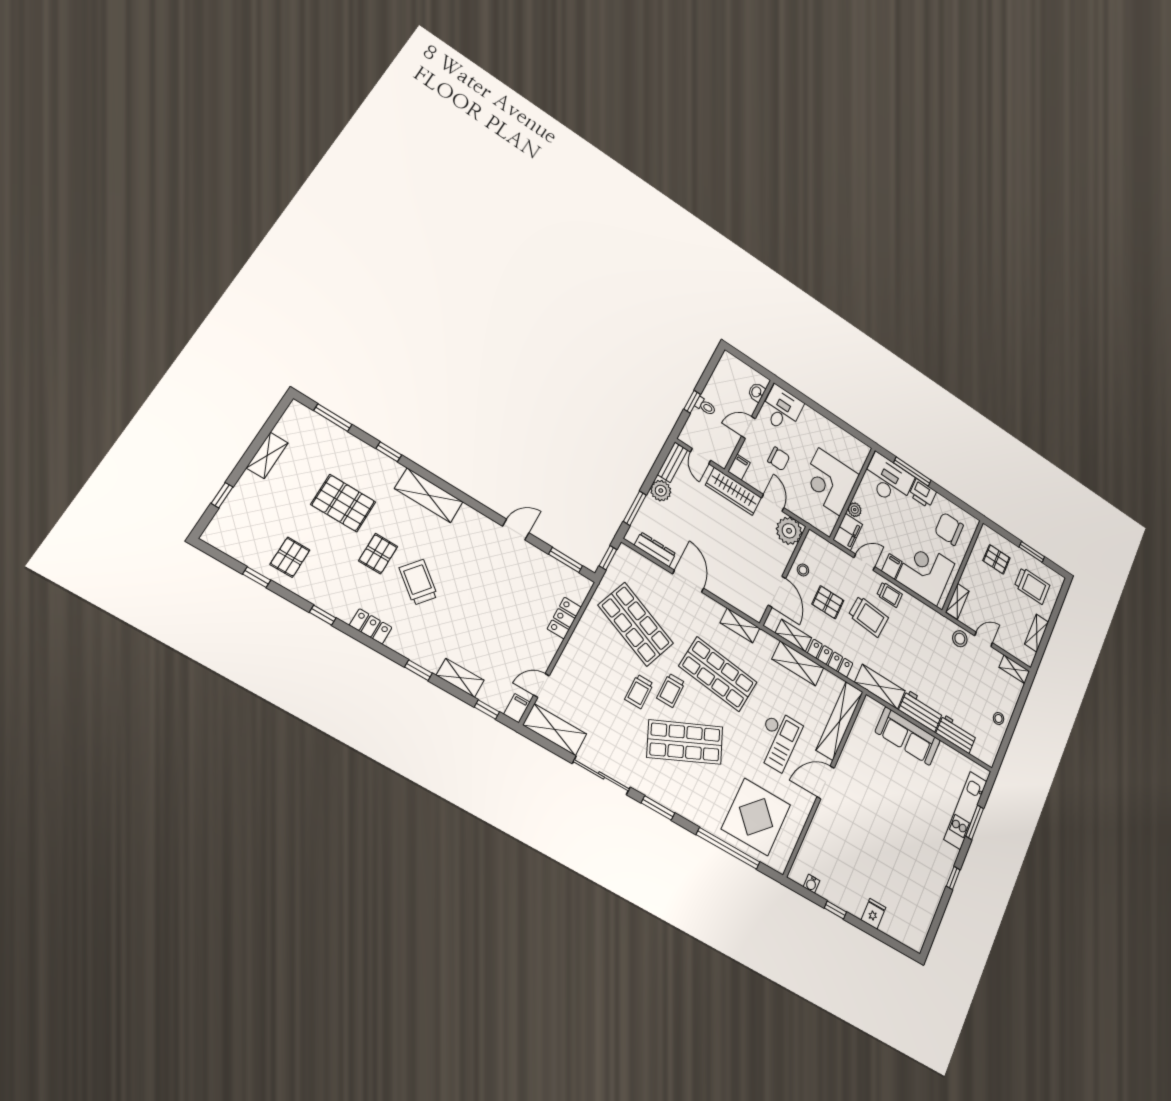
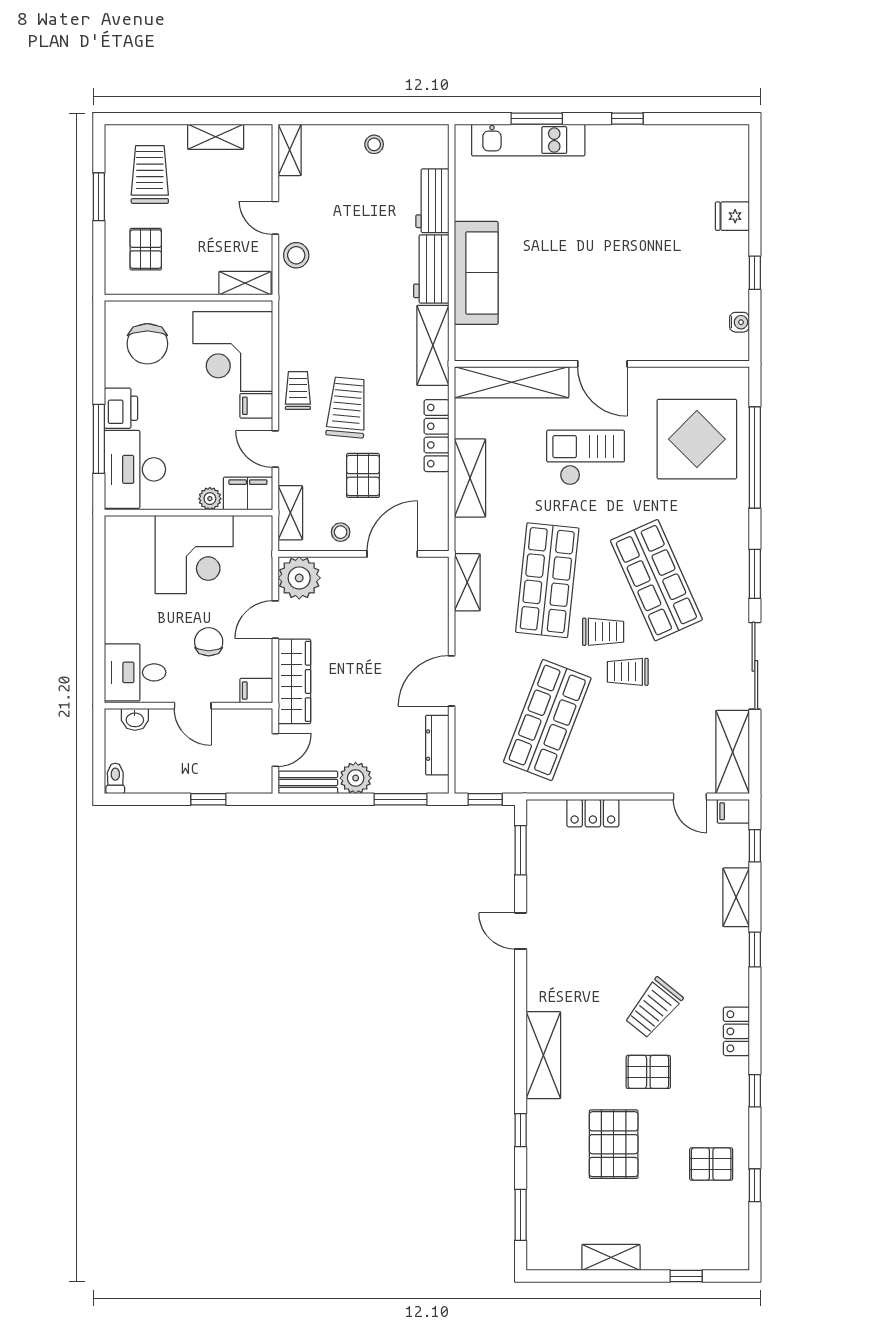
toilet: (705, 406) -> (115, 778), moved
shelving: (793, 635) -> (290, 513), moved
trolley: (639, 691) -> (628, 672), turned 180

